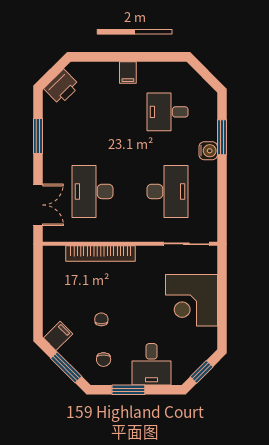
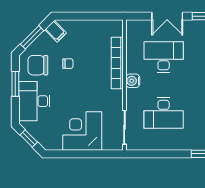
water cooler: (208, 151) -> (133, 81), moved, turned 90
double door: (38, 205) -> (167, 16), moved
chair: (104, 360) -> (38, 65), width x1.87, depth x1.87
desk: (152, 364) -> (34, 101), width x1.37

